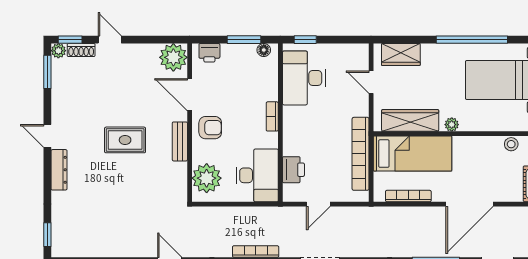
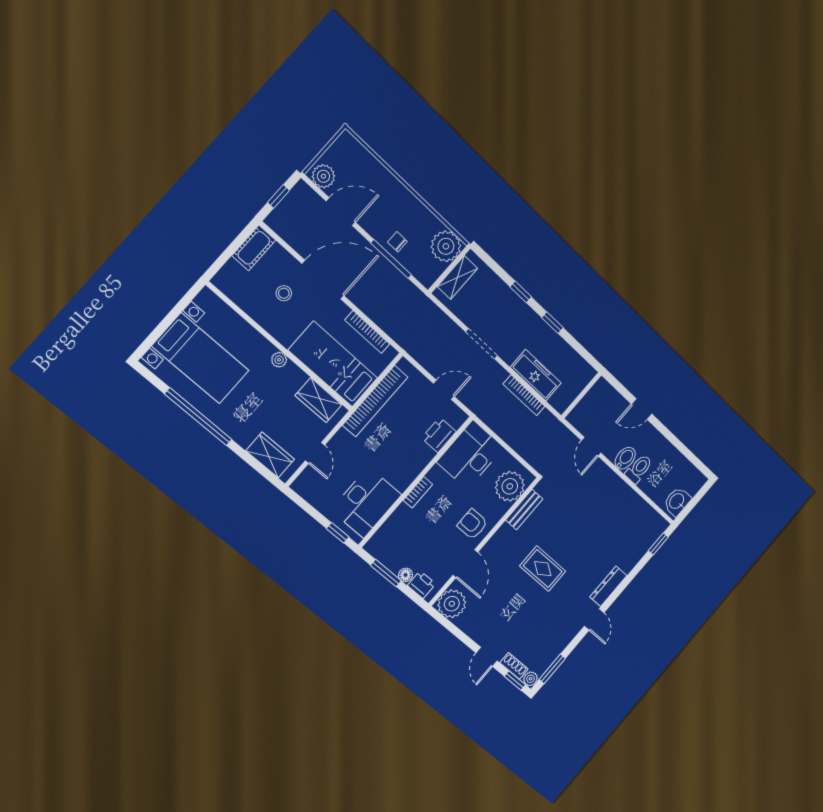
floor lamp: (264, 50) -> (405, 575), moved
wardrobe: (410, 120) -> (319, 400), width x0.67
bench: (180, 141) -> (524, 509), moved
stool: (511, 144) -> (284, 293), moved

